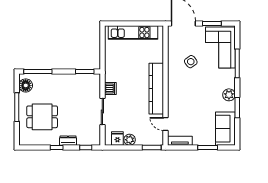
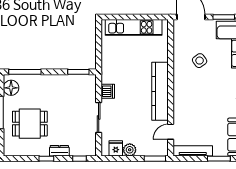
door: (166, 124) -> (171, 132), hinge flipped
tv unit: (180, 141) -> (193, 151), width x1.41

